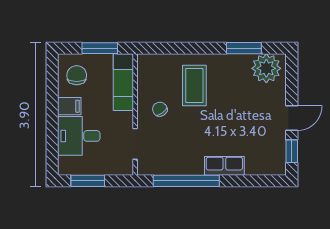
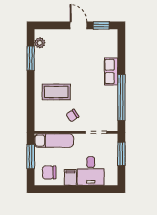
plant: (266, 68) -> (40, 43), width x0.53, depth x0.53
window: (88, 181) -> (121, 154), moved

